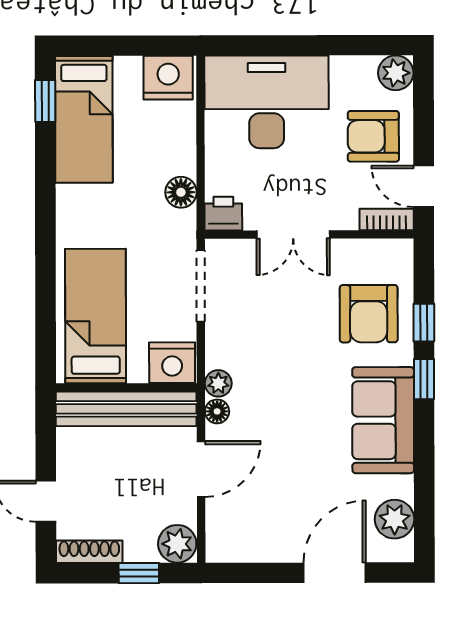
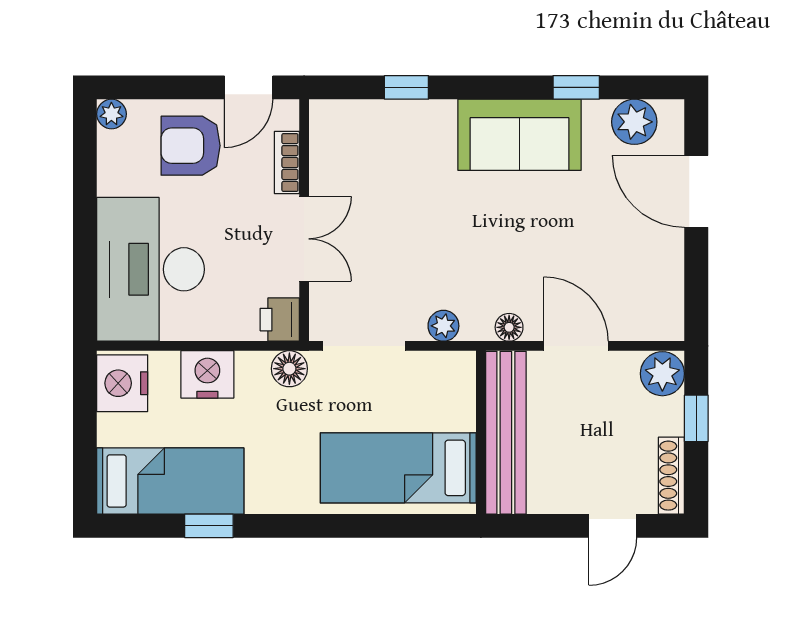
plant: (396, 73) -> (111, 114), width x0.73, depth x0.73
window: (45, 101) -> (209, 526), moved
armchair: (373, 136) -> (191, 146), turned 90
floor lamp: (181, 192) -> (289, 369), moved
bookcase: (387, 219) -> (287, 163), moved
armchair: (369, 314) -> (396, 151), removed
nightstand: (172, 363) -> (207, 374), moved, turned -90
window: (424, 379) -> (576, 87), moved
plant: (218, 383) -> (443, 326), moved

